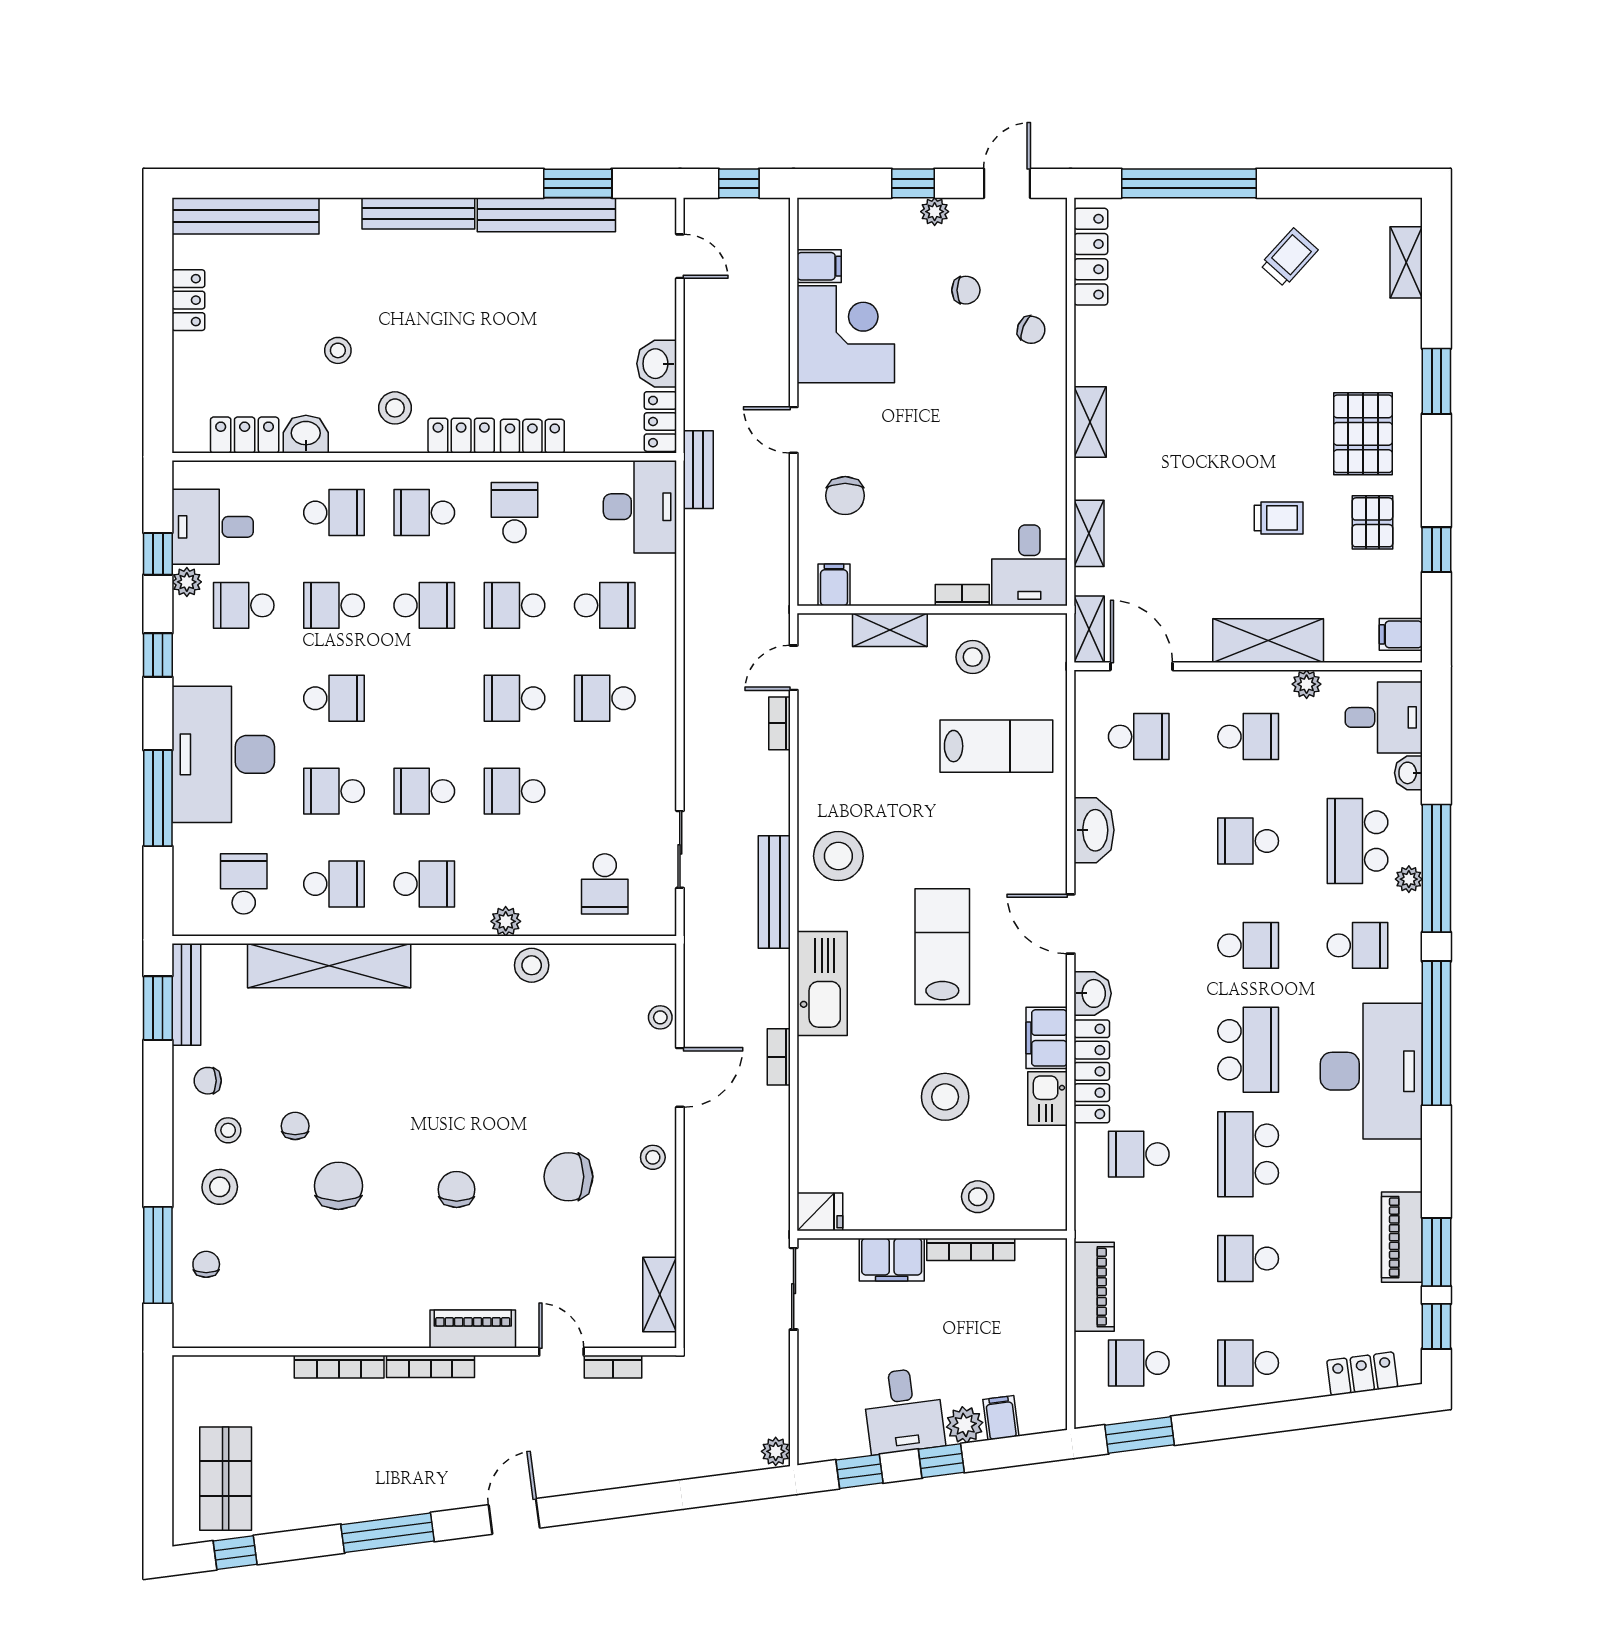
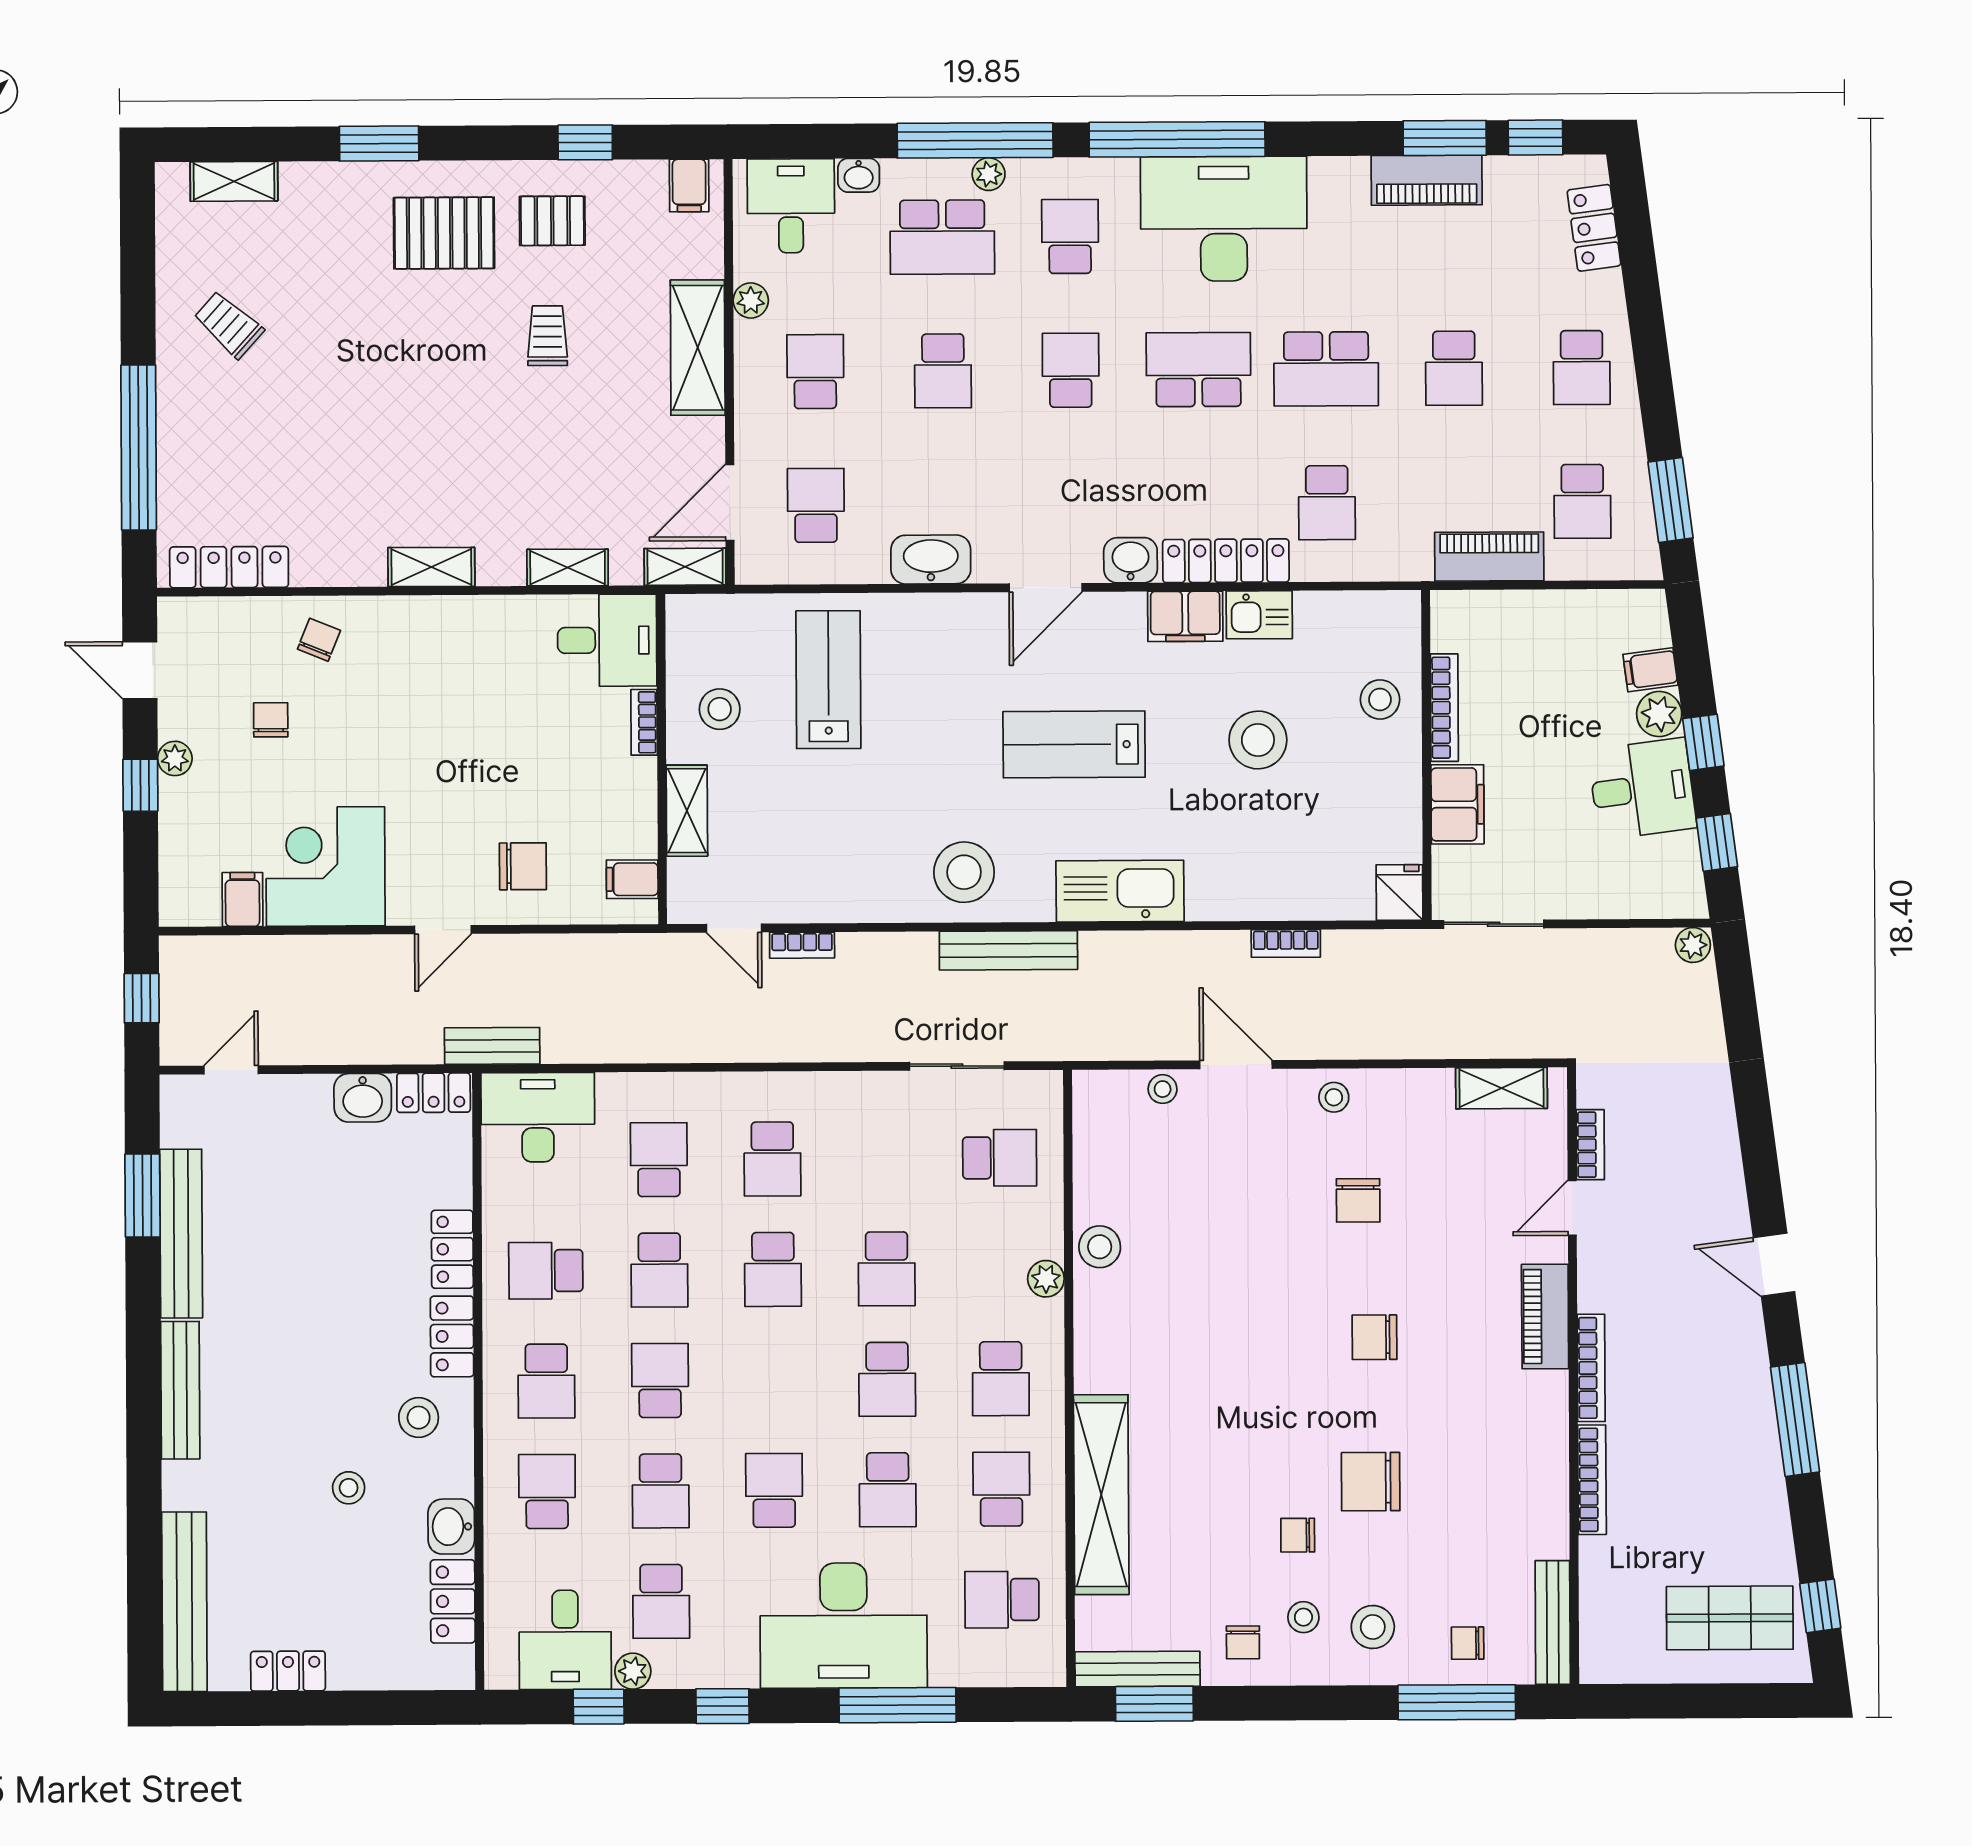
school desk: (424, 884) -> (1001, 1379), turned 180
bookcase: (779, 1057) -> (1286, 943), moved
chair: (568, 1177) -> (1358, 1200), width x0.73, depth x0.73
bench: (223, 1334) -> (1553, 1622), added

